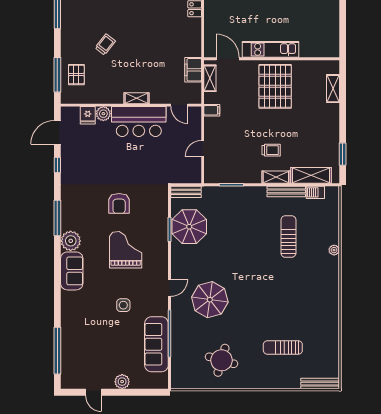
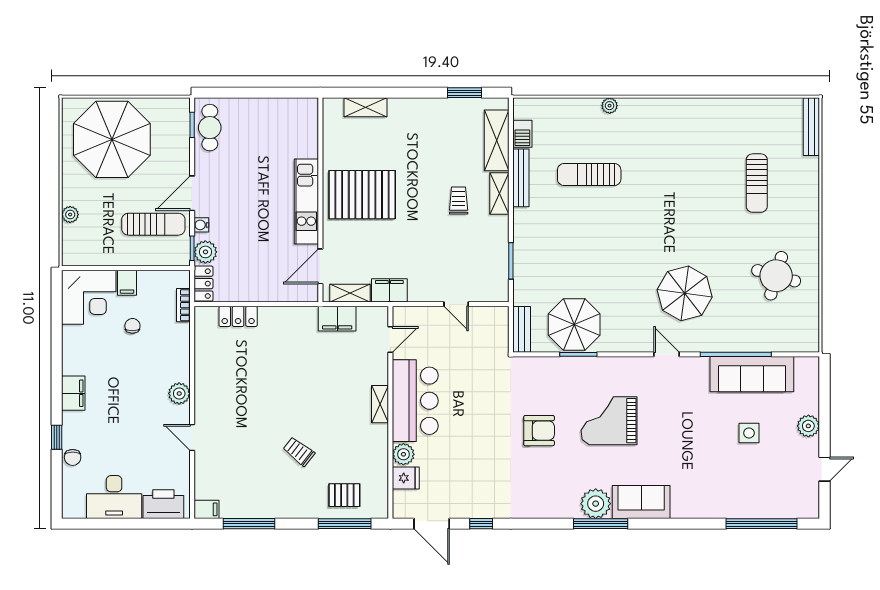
filing cabinet: (212, 110) -> (389, 290), width x2.00
window: (57, 218) -> (601, 524), moved
side table: (123, 305) -> (749, 433), moved

